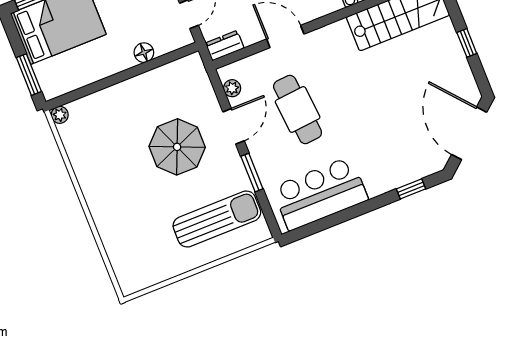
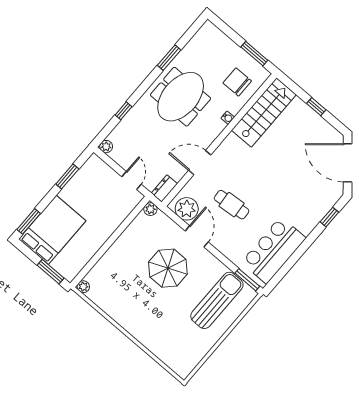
floor lamp: (144, 53) -> (116, 220), removed
plant: (194, 62) -> (150, 209), added
plant: (232, 88) -> (187, 209), width x1.88, depth x1.88
cafe table: (298, 109) -> (232, 205), width x0.73, depth x0.74
window: (252, 173) -> (247, 280), moved

